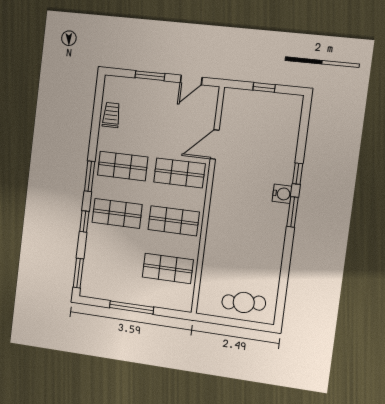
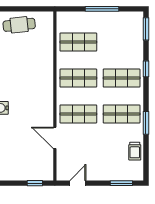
window: (150, 76) -> (121, 183), moved
window: (264, 87) -> (35, 183), moved
door: (215, 145) -> (55, 138), swing flipped
window: (90, 176) -> (146, 123), moved

